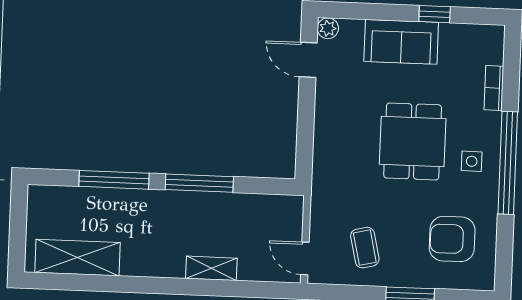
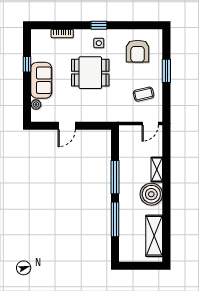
plant: (328, 28) -> (36, 105), moved
door: (308, 60) -> (67, 126), moved
window: (508, 163) -> (99, 25), width x0.32
boiler: (162, 255) -> (151, 194), added

